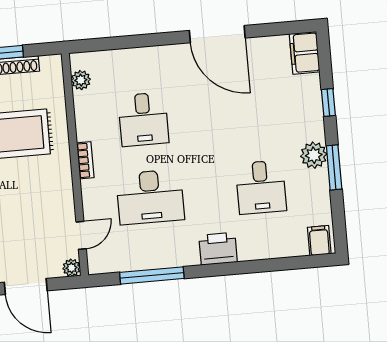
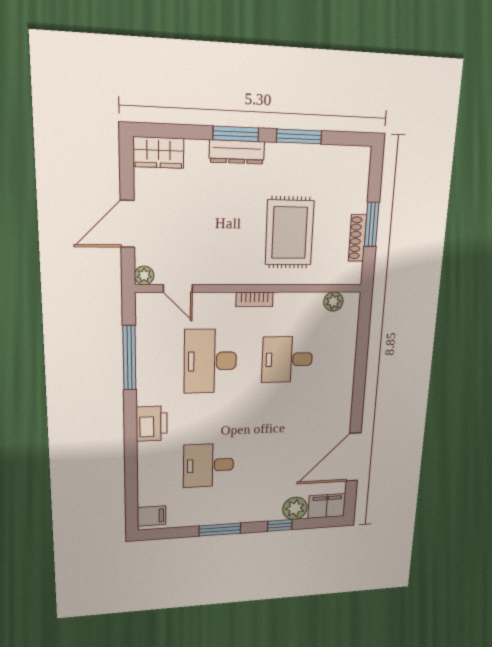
door: (217, 34) -> (354, 457), moved
plant: (314, 155) -> (295, 508), moved

